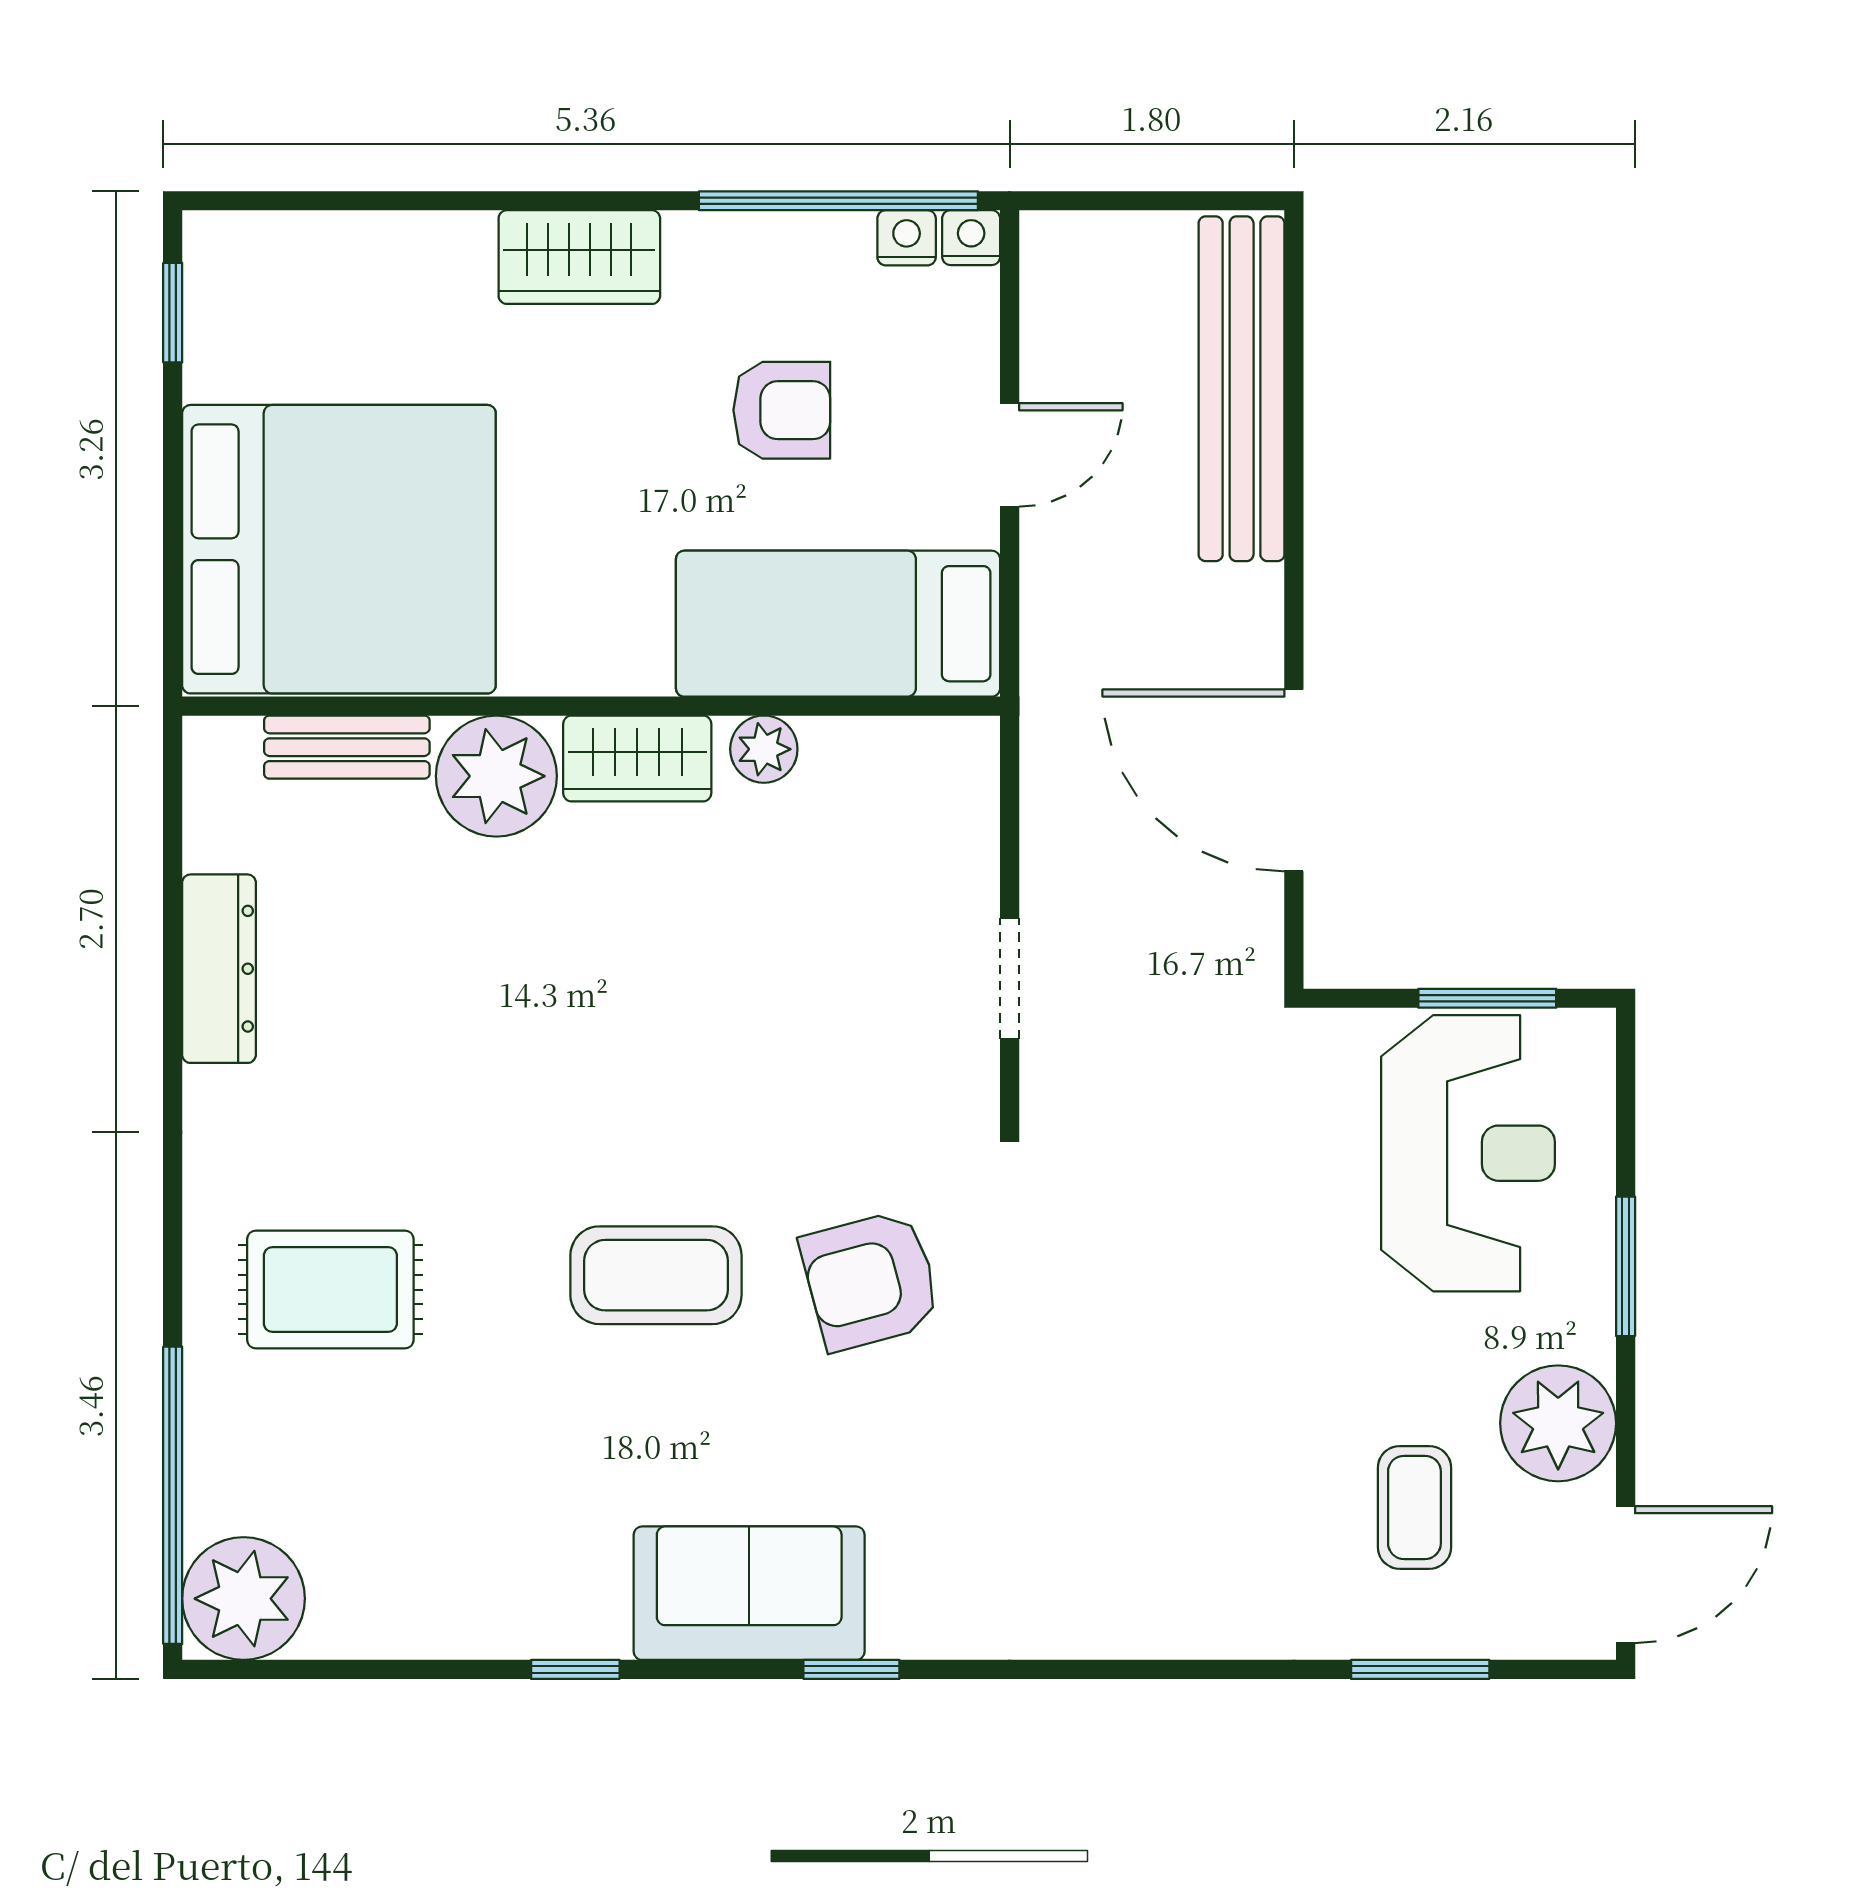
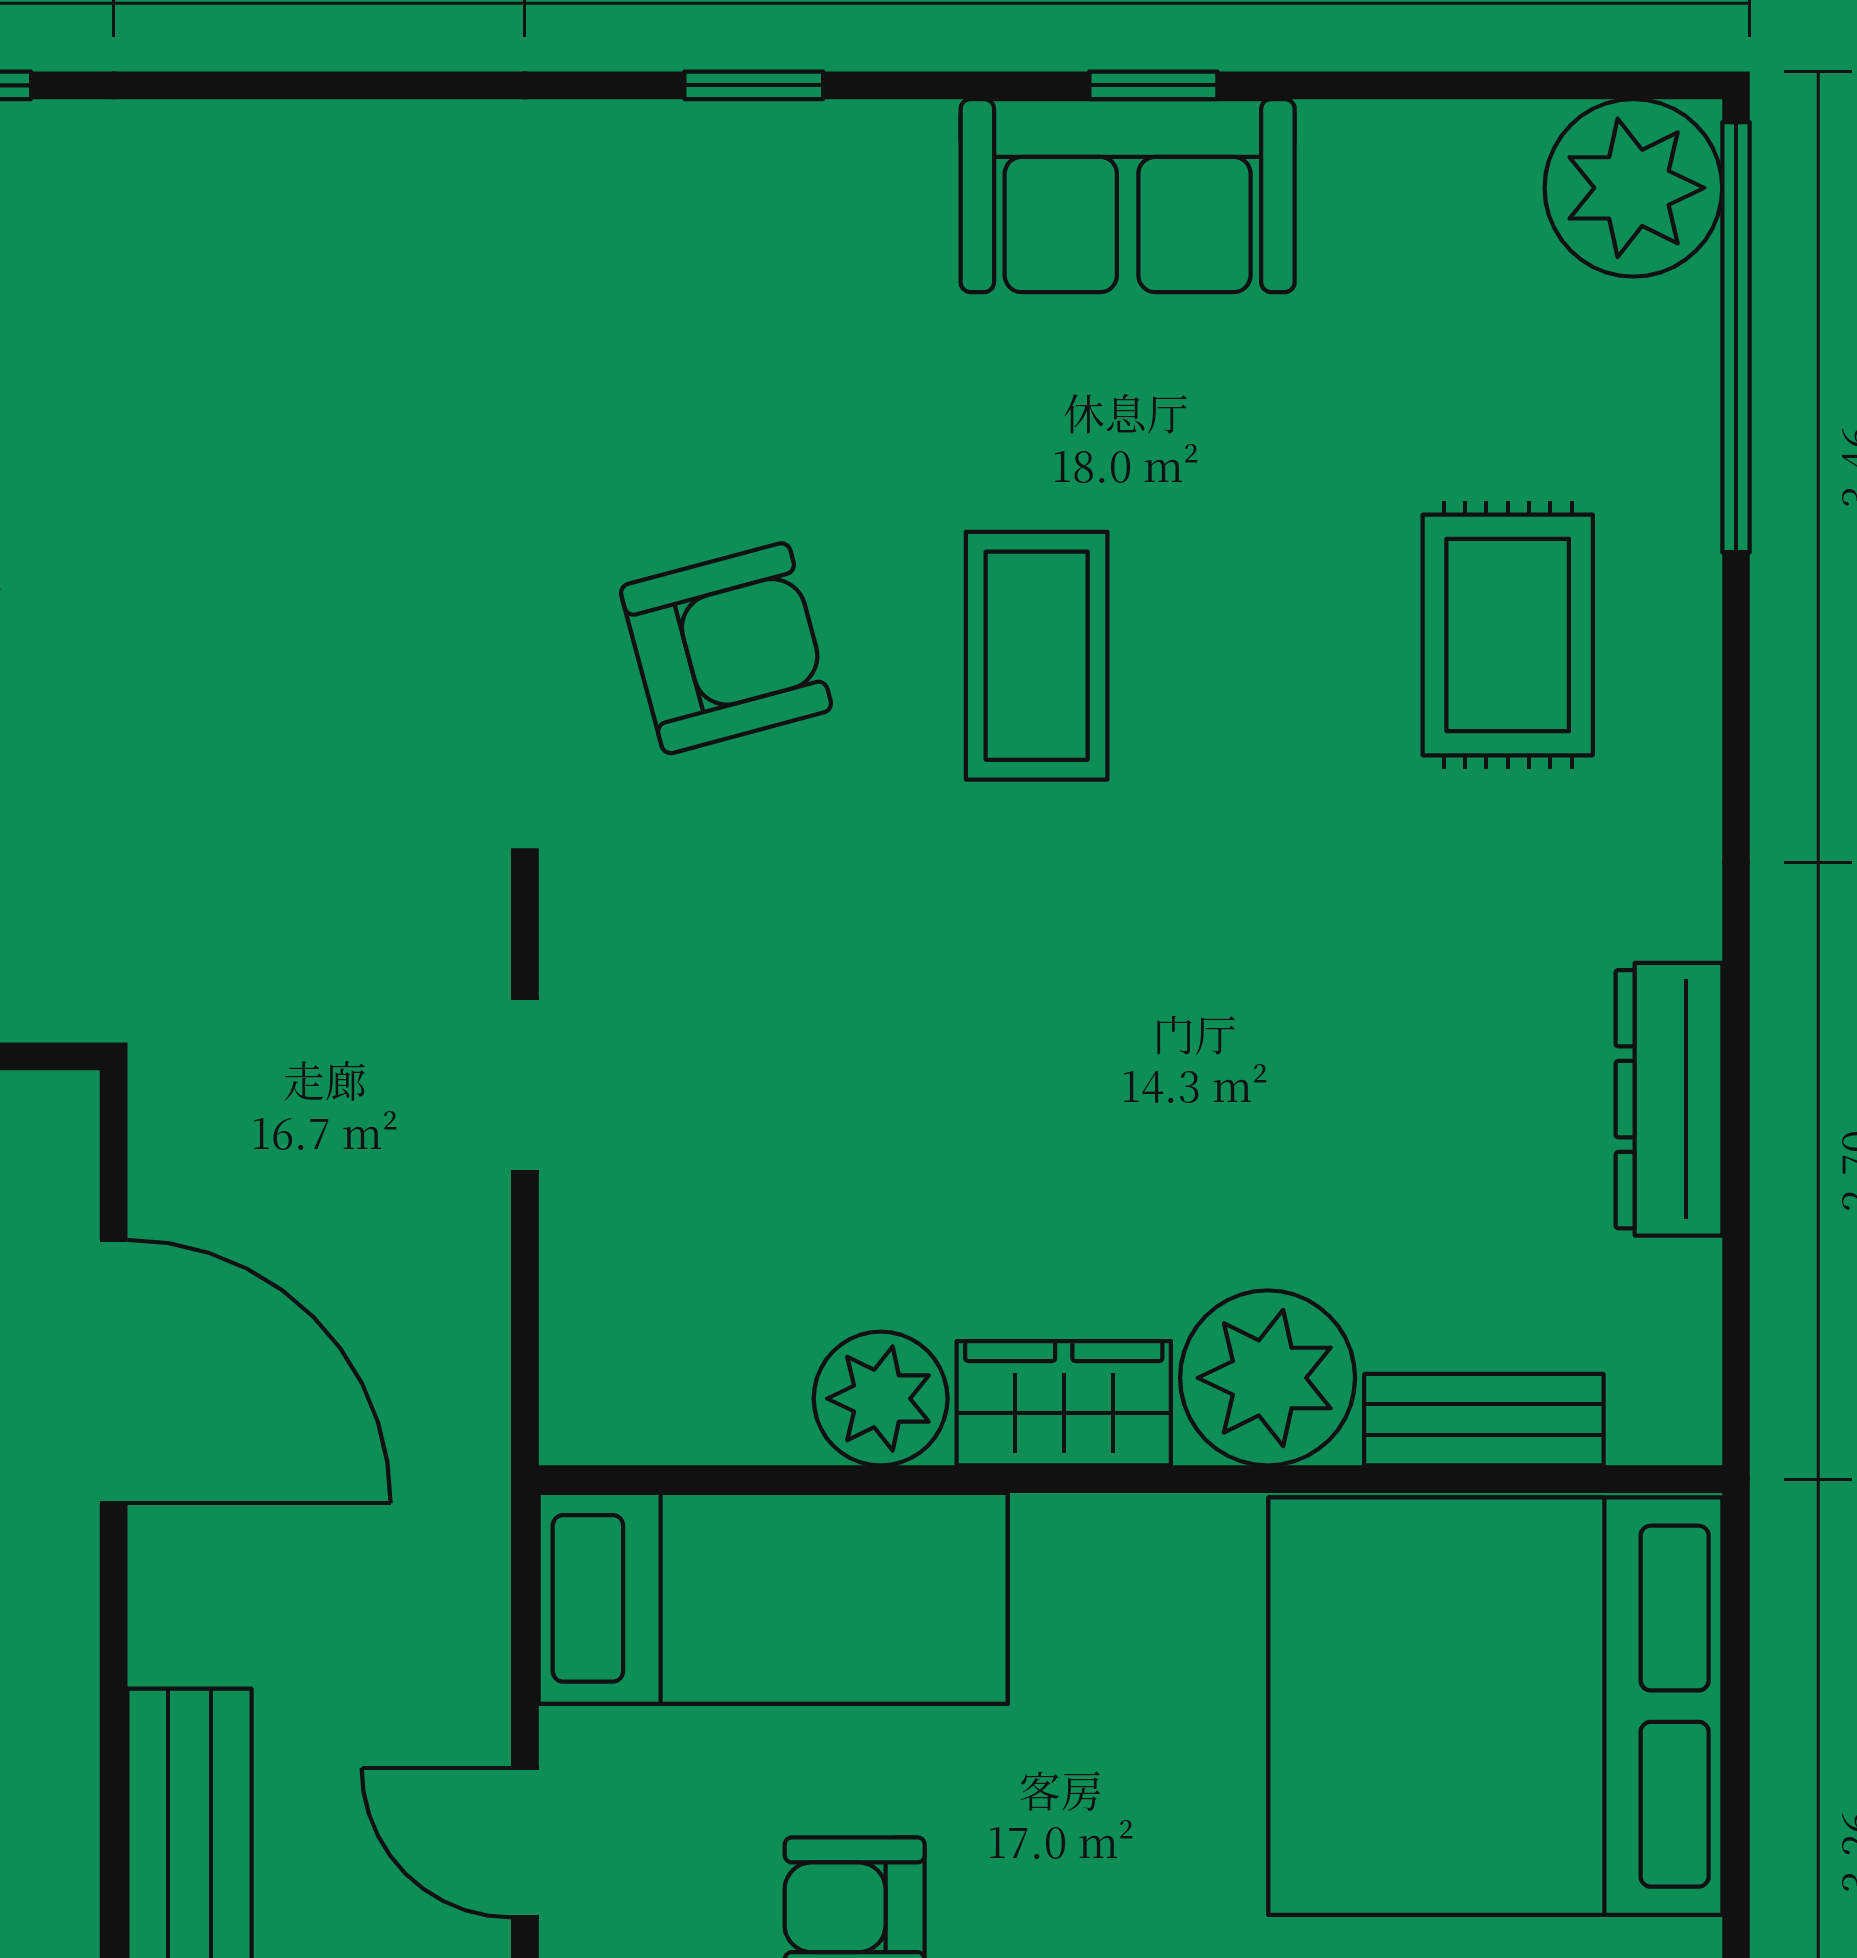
door: (1010, 455) -> (525, 1843), hinge flipped
plant: (764, 749) -> (881, 1399), width x1.38, depth x1.38
coffee table: (656, 1275) -> (1037, 656), turned 90
rug: (330, 1290) -> (1508, 635), turned 90
sofa: (749, 1593) -> (1128, 196), moved

